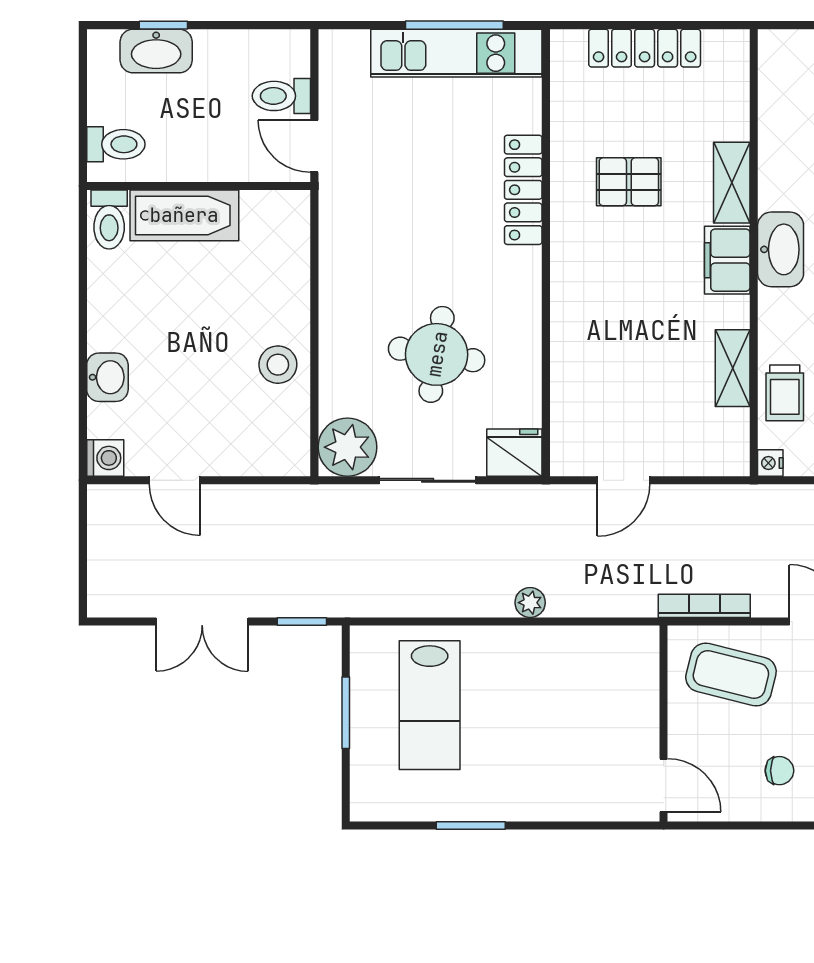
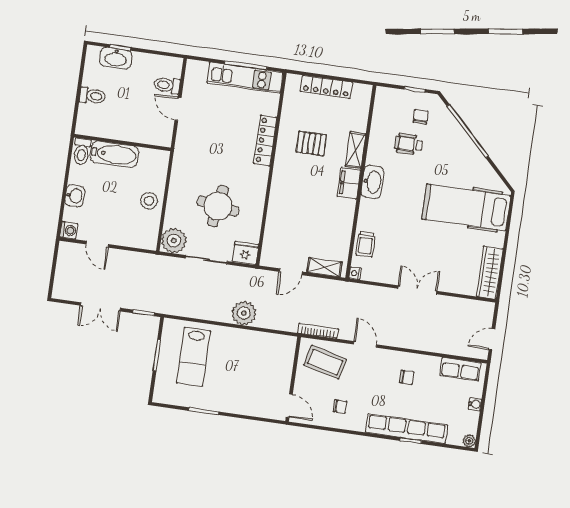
wall: (199, 186) -> (122, 143), moved
bathtub: (184, 215) -> (114, 154), moved
toilet: (109, 219) -> (82, 152), moved
shelving: (733, 368) -> (324, 267), moved, turned 90
plant: (530, 603) -> (244, 313), width x1.88, depth x1.88

